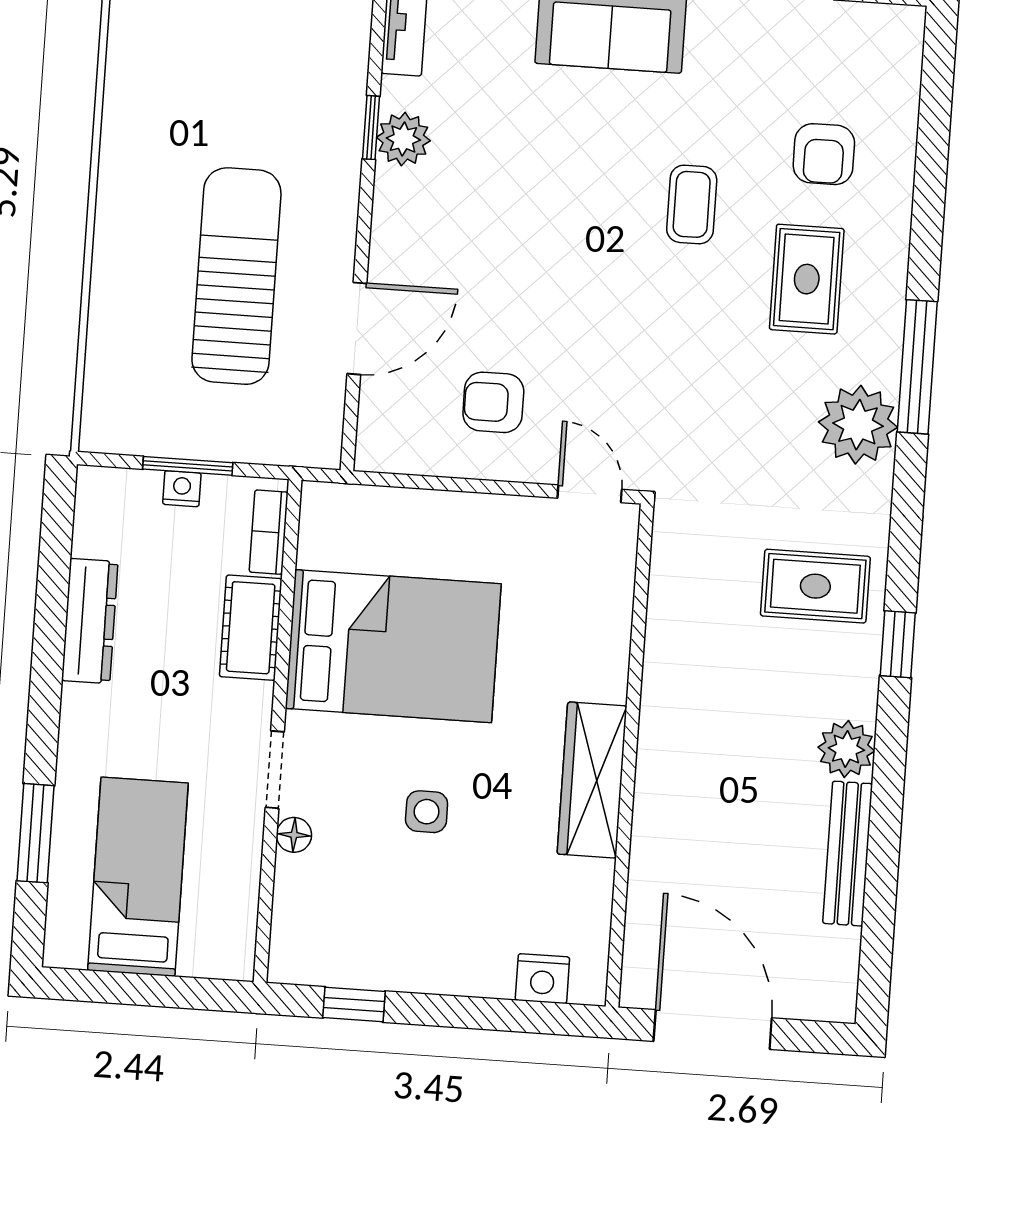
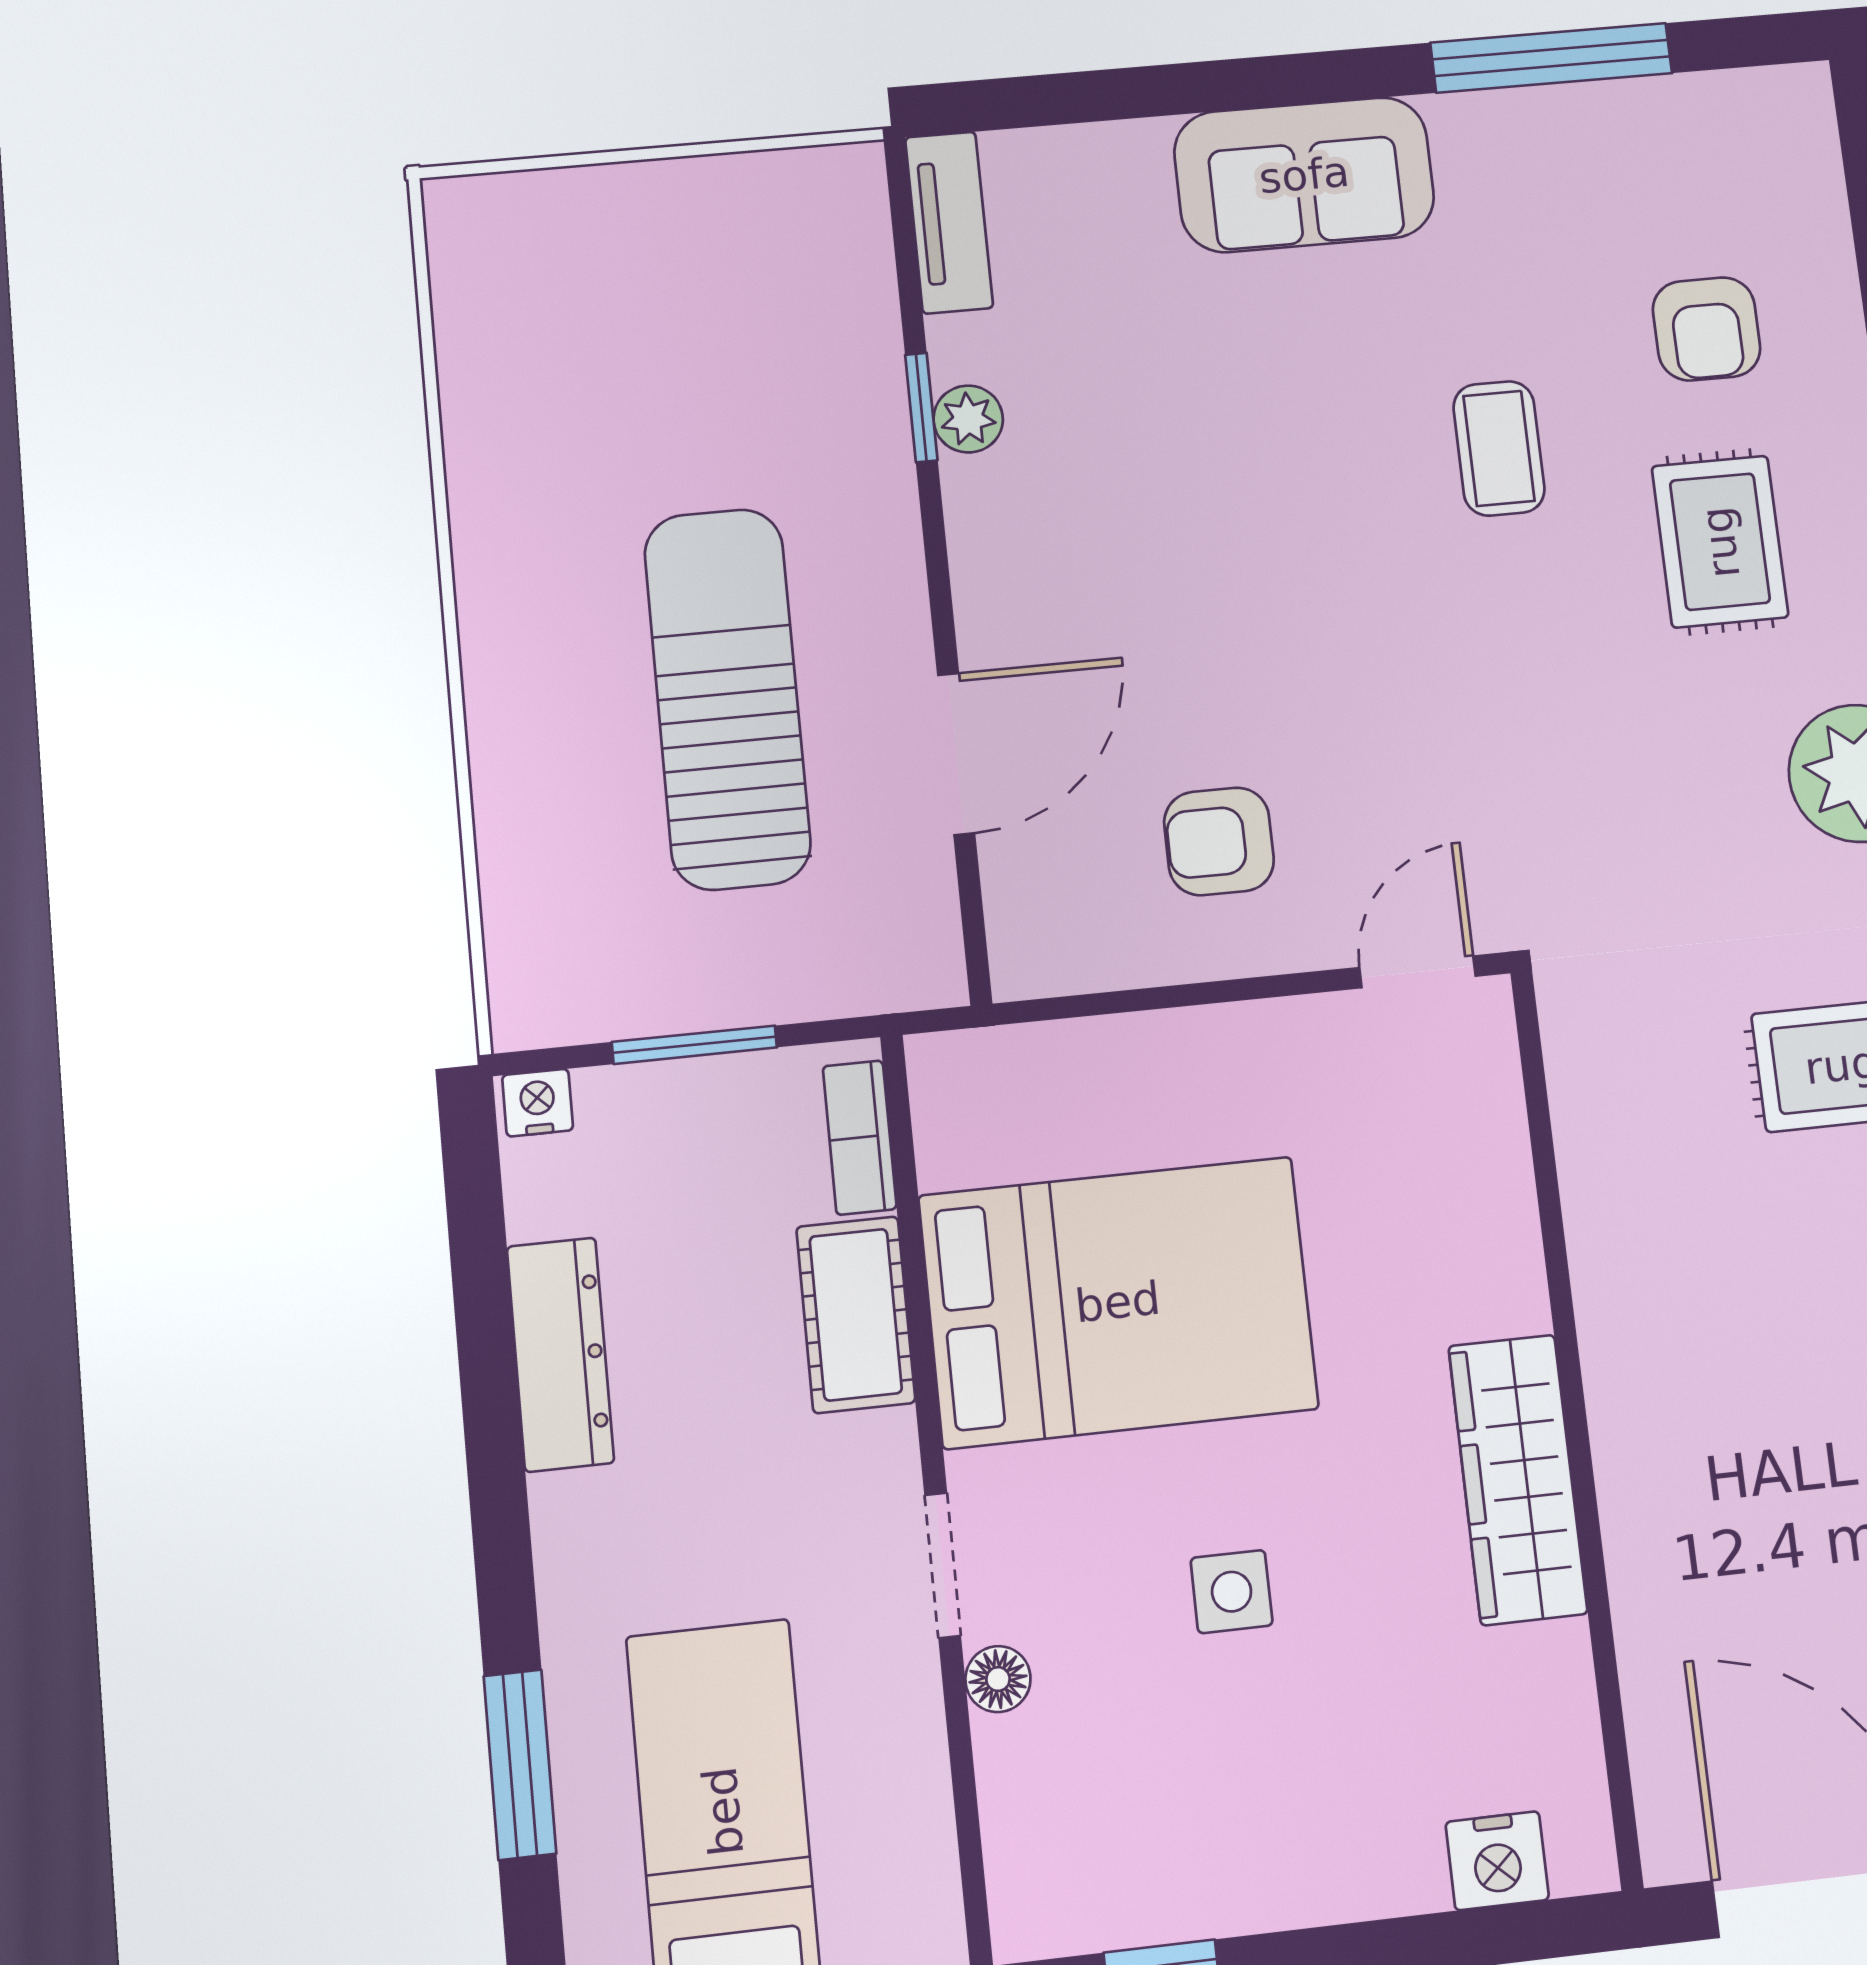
plant: (403, 139) -> (968, 419), width x0.73, depth x0.73
nightstand: (182, 489) -> (538, 1103), moved
door: (590, 494) -> (1417, 972), hinge flipped

